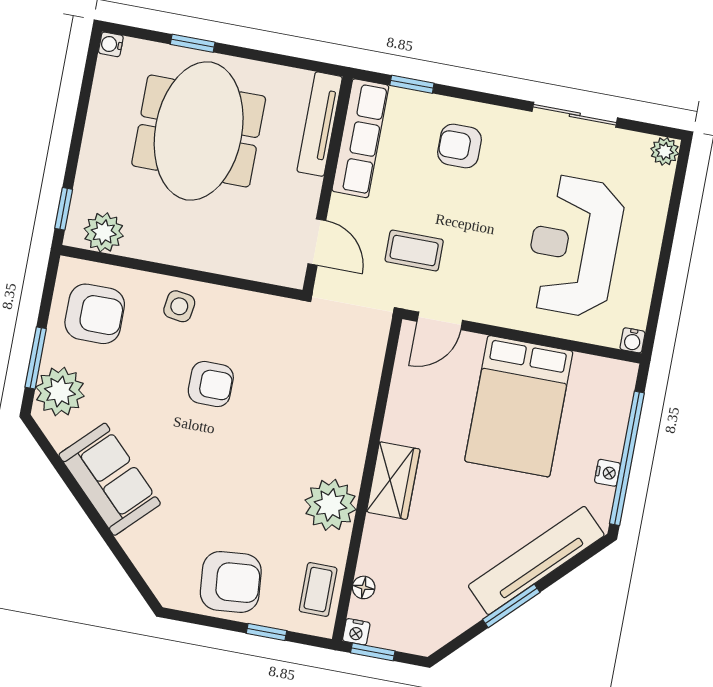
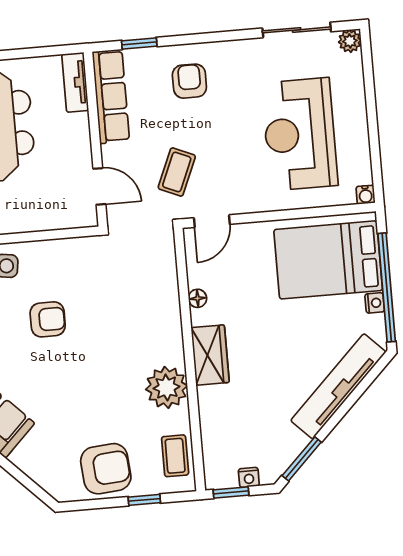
sliding door: (575, 115) -> (297, 30), moved
tv unit: (320, 124) -> (75, 82), width x0.71
armchair: (460, 146) -> (189, 81), turned 90
coffee table: (414, 251) -> (177, 172), turned -67
bed: (519, 406) -> (328, 260), moved, turned 90
floor lamp: (364, 587) -> (198, 298), moved
window: (511, 606) -> (302, 459), moved
nightstand: (356, 632) -> (249, 477), moved

